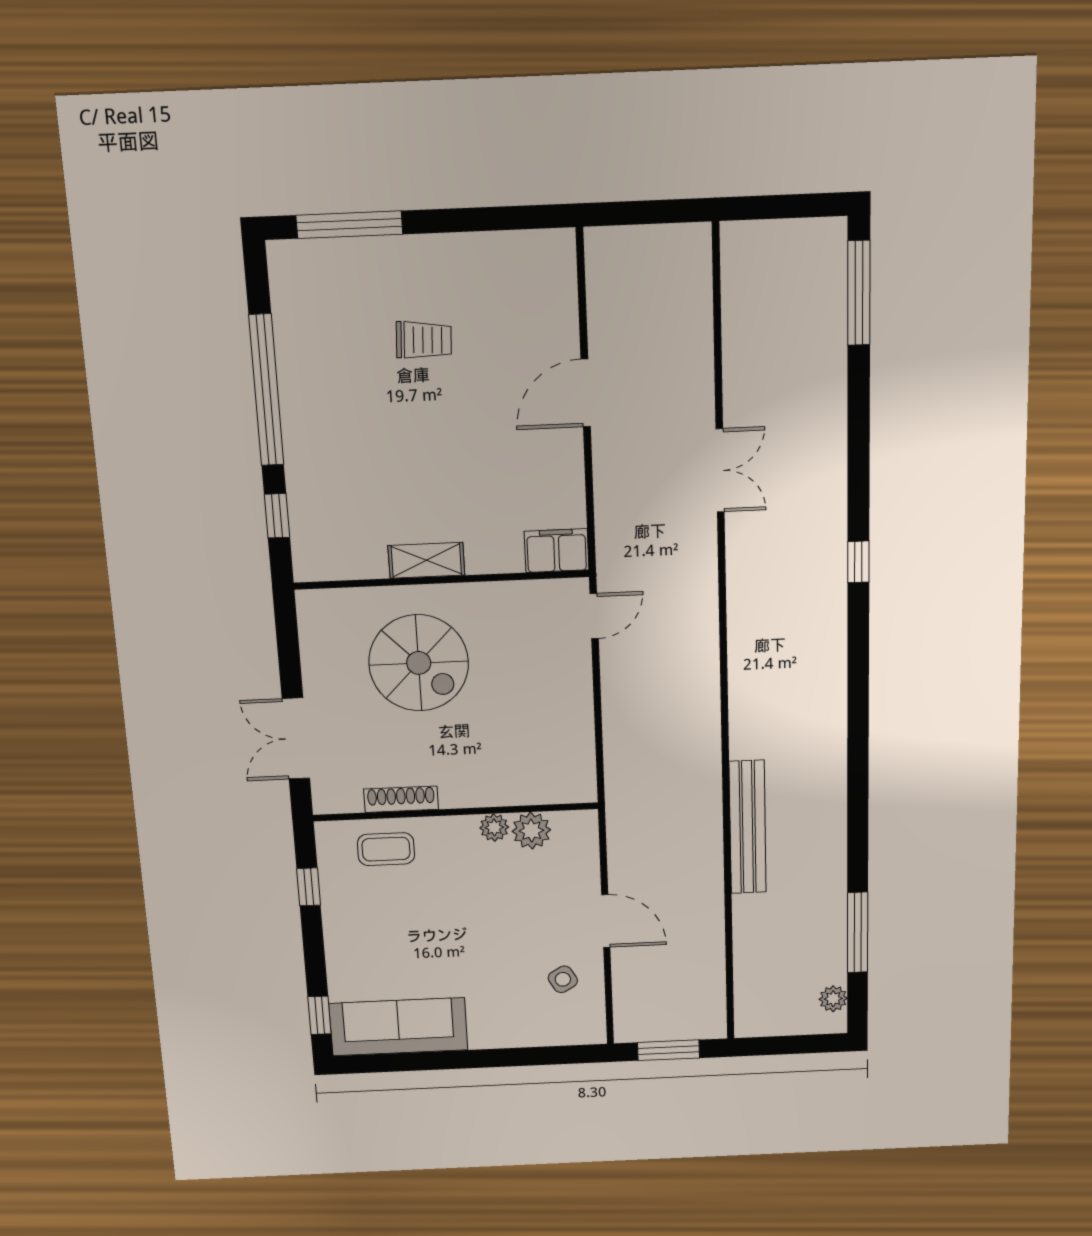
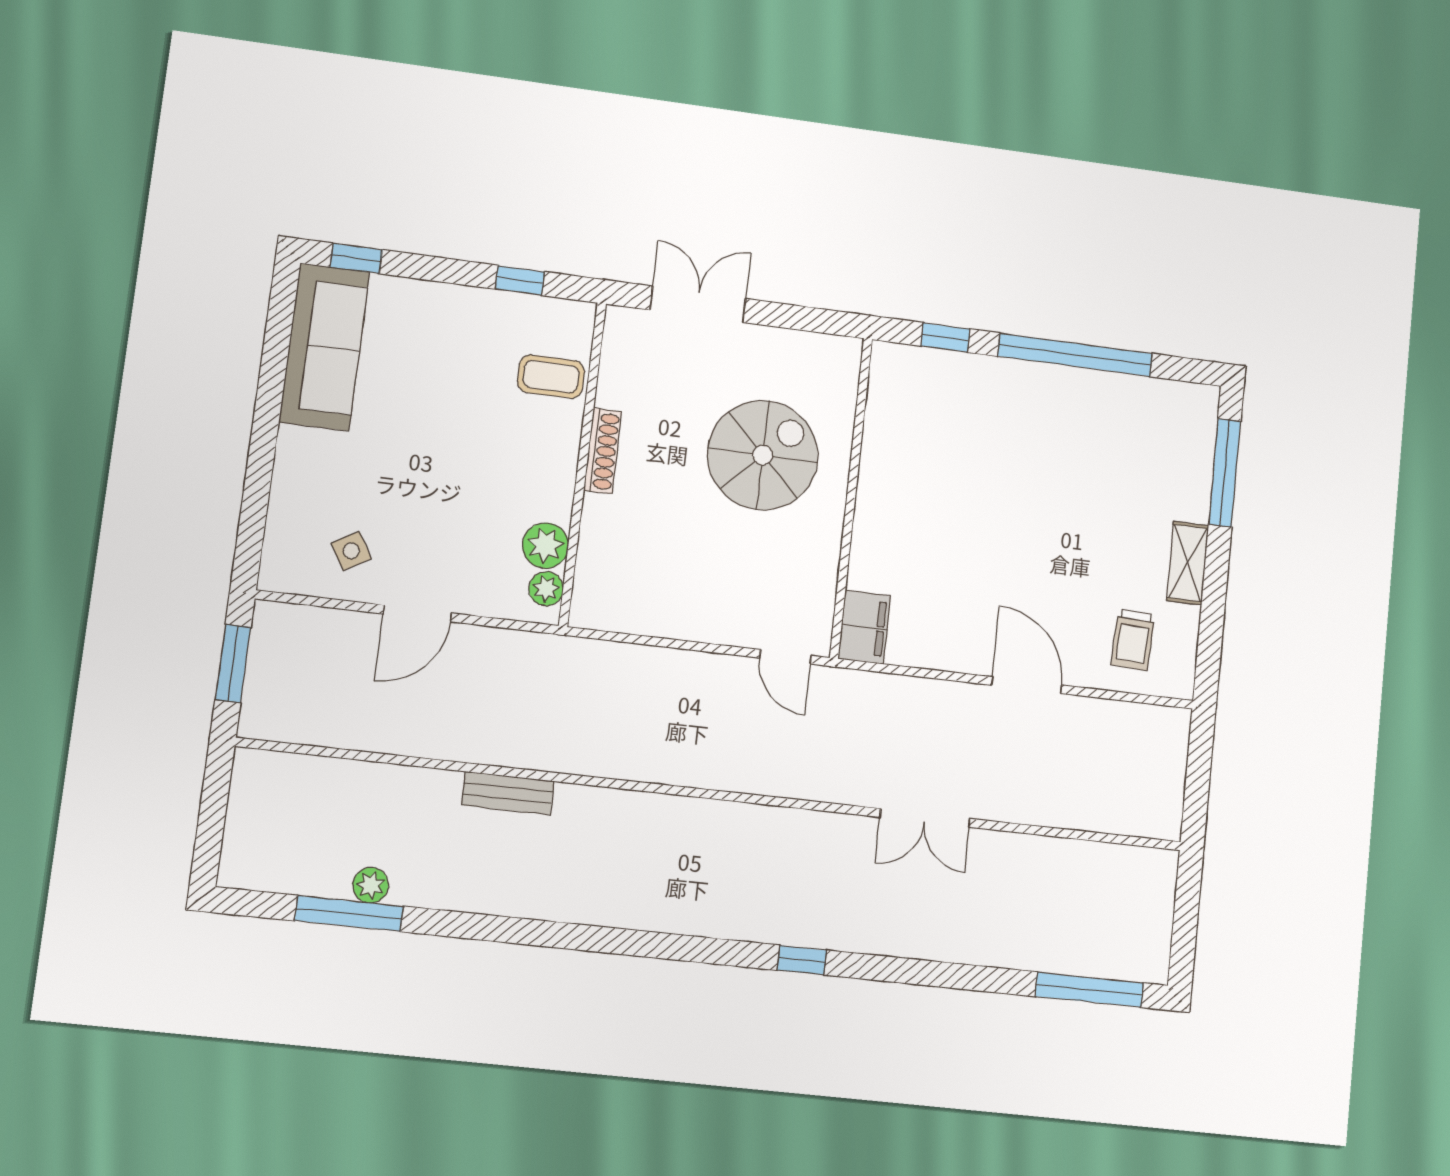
trolley: (424, 340) -> (1133, 640), moved
shelving: (426, 560) -> (1188, 563), moved
spiral stairs: (419, 663) -> (763, 455), turned 180
shoe rack: (401, 799) -> (603, 451), moved
plant: (494, 827) -> (546, 589), moved
bench: (748, 827) -> (508, 793), width x0.54, depth x0.82
coffee table: (386, 849) -> (551, 377), turned 90
plant: (833, 999) -> (371, 885), moved

